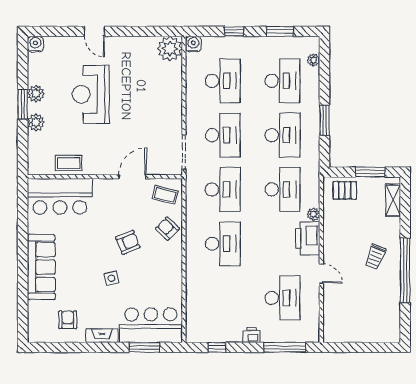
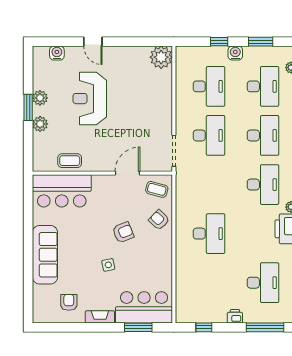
water cooler: (35, 44) -> (57, 53), moved
water cooler: (193, 44) -> (235, 53), moved
desk: (223, 189) -> (209, 185), removed

